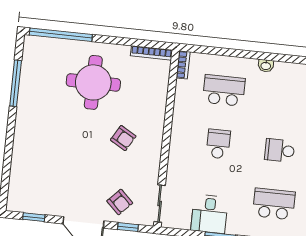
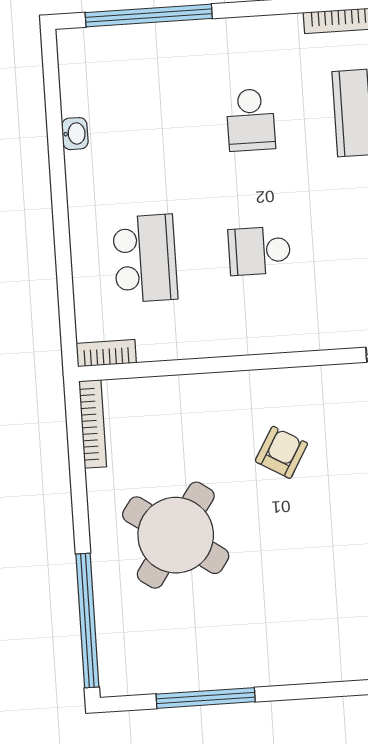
washbasin: (266, 66) -> (75, 134), moved
round table: (93, 82) -> (176, 535), turned 35
school desk: (224, 90) -> (145, 258), turned 180

